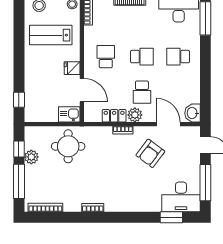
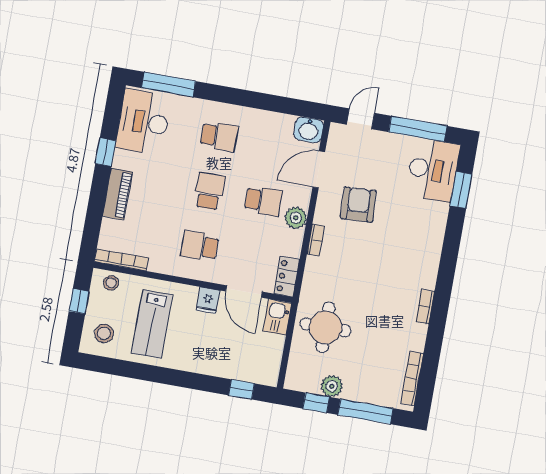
school desk: (178, 57) -> (219, 136), turned -90
door: (82, 90) -> (244, 292), swing flipped
locker: (114, 116) -> (287, 277), moved
armchair: (150, 153) -> (358, 205), turned -130

